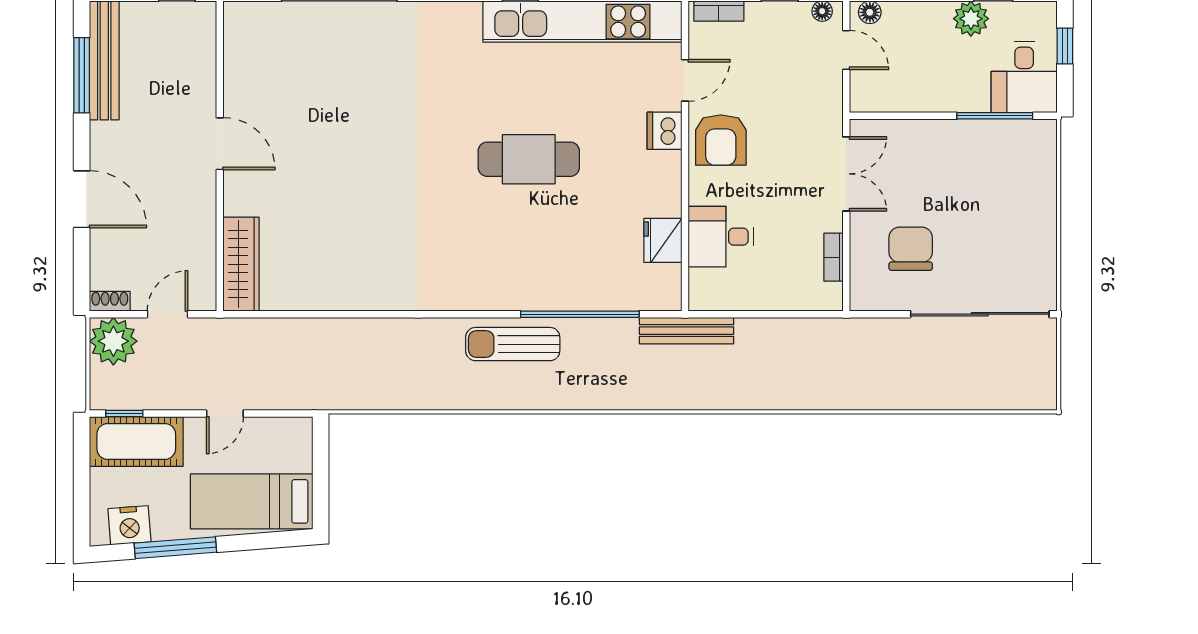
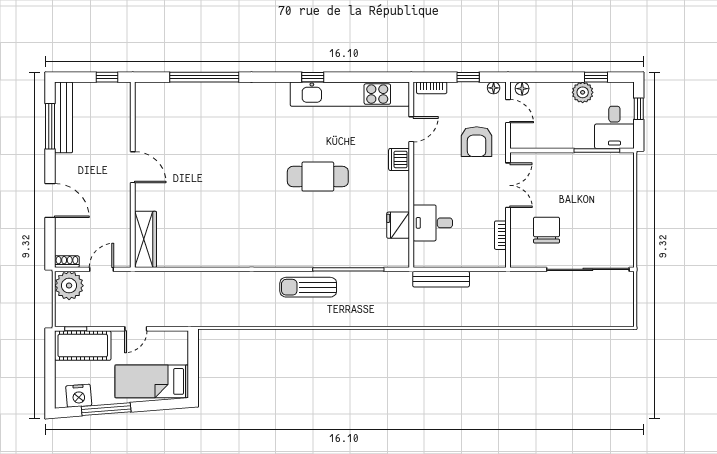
armchair: (721, 140) -> (477, 142), moved
bench: (686, 331) -> (441, 279), moved

